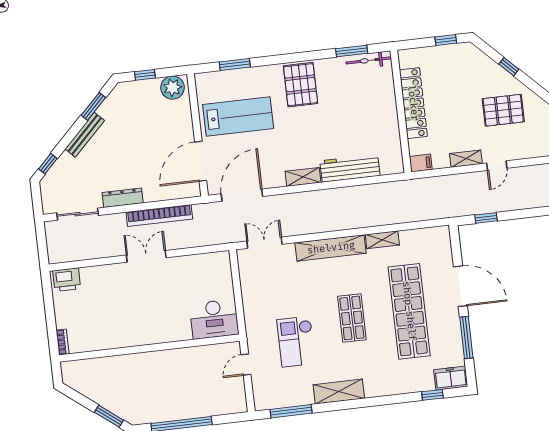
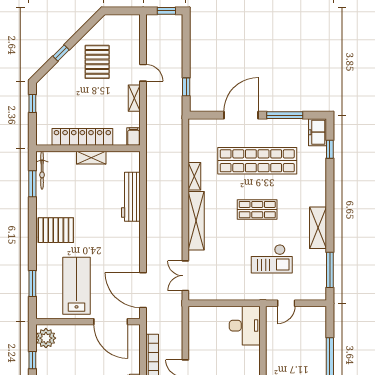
shelving: (303, 177) -> (91, 158), moved, turned 90
door: (246, 365) -> (286, 303), hinge flipped

